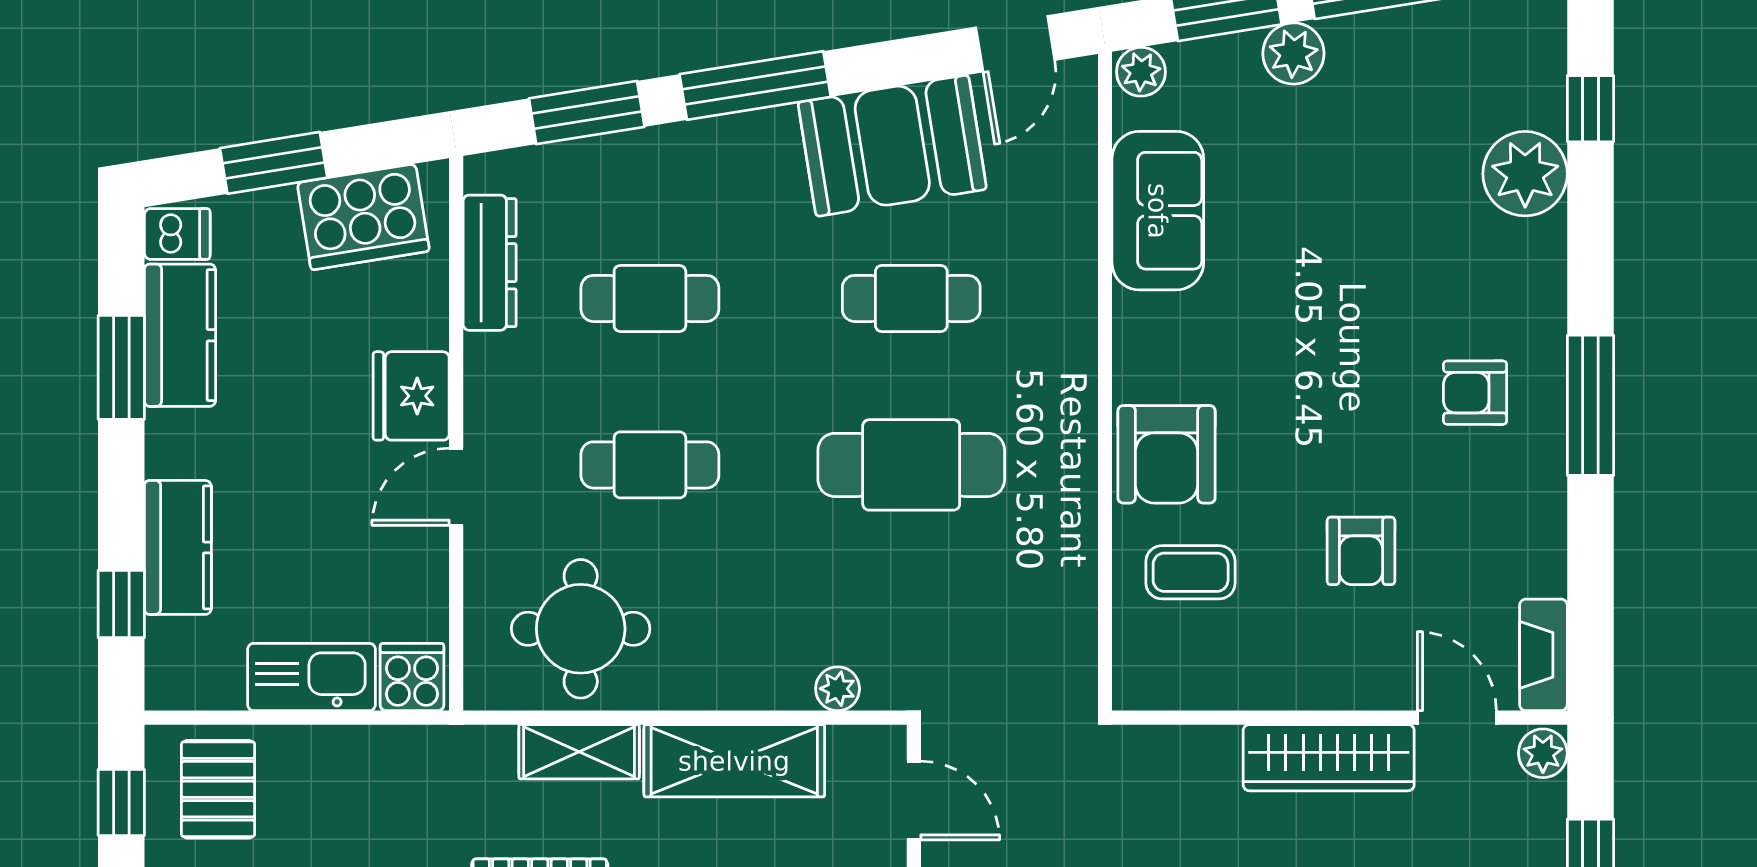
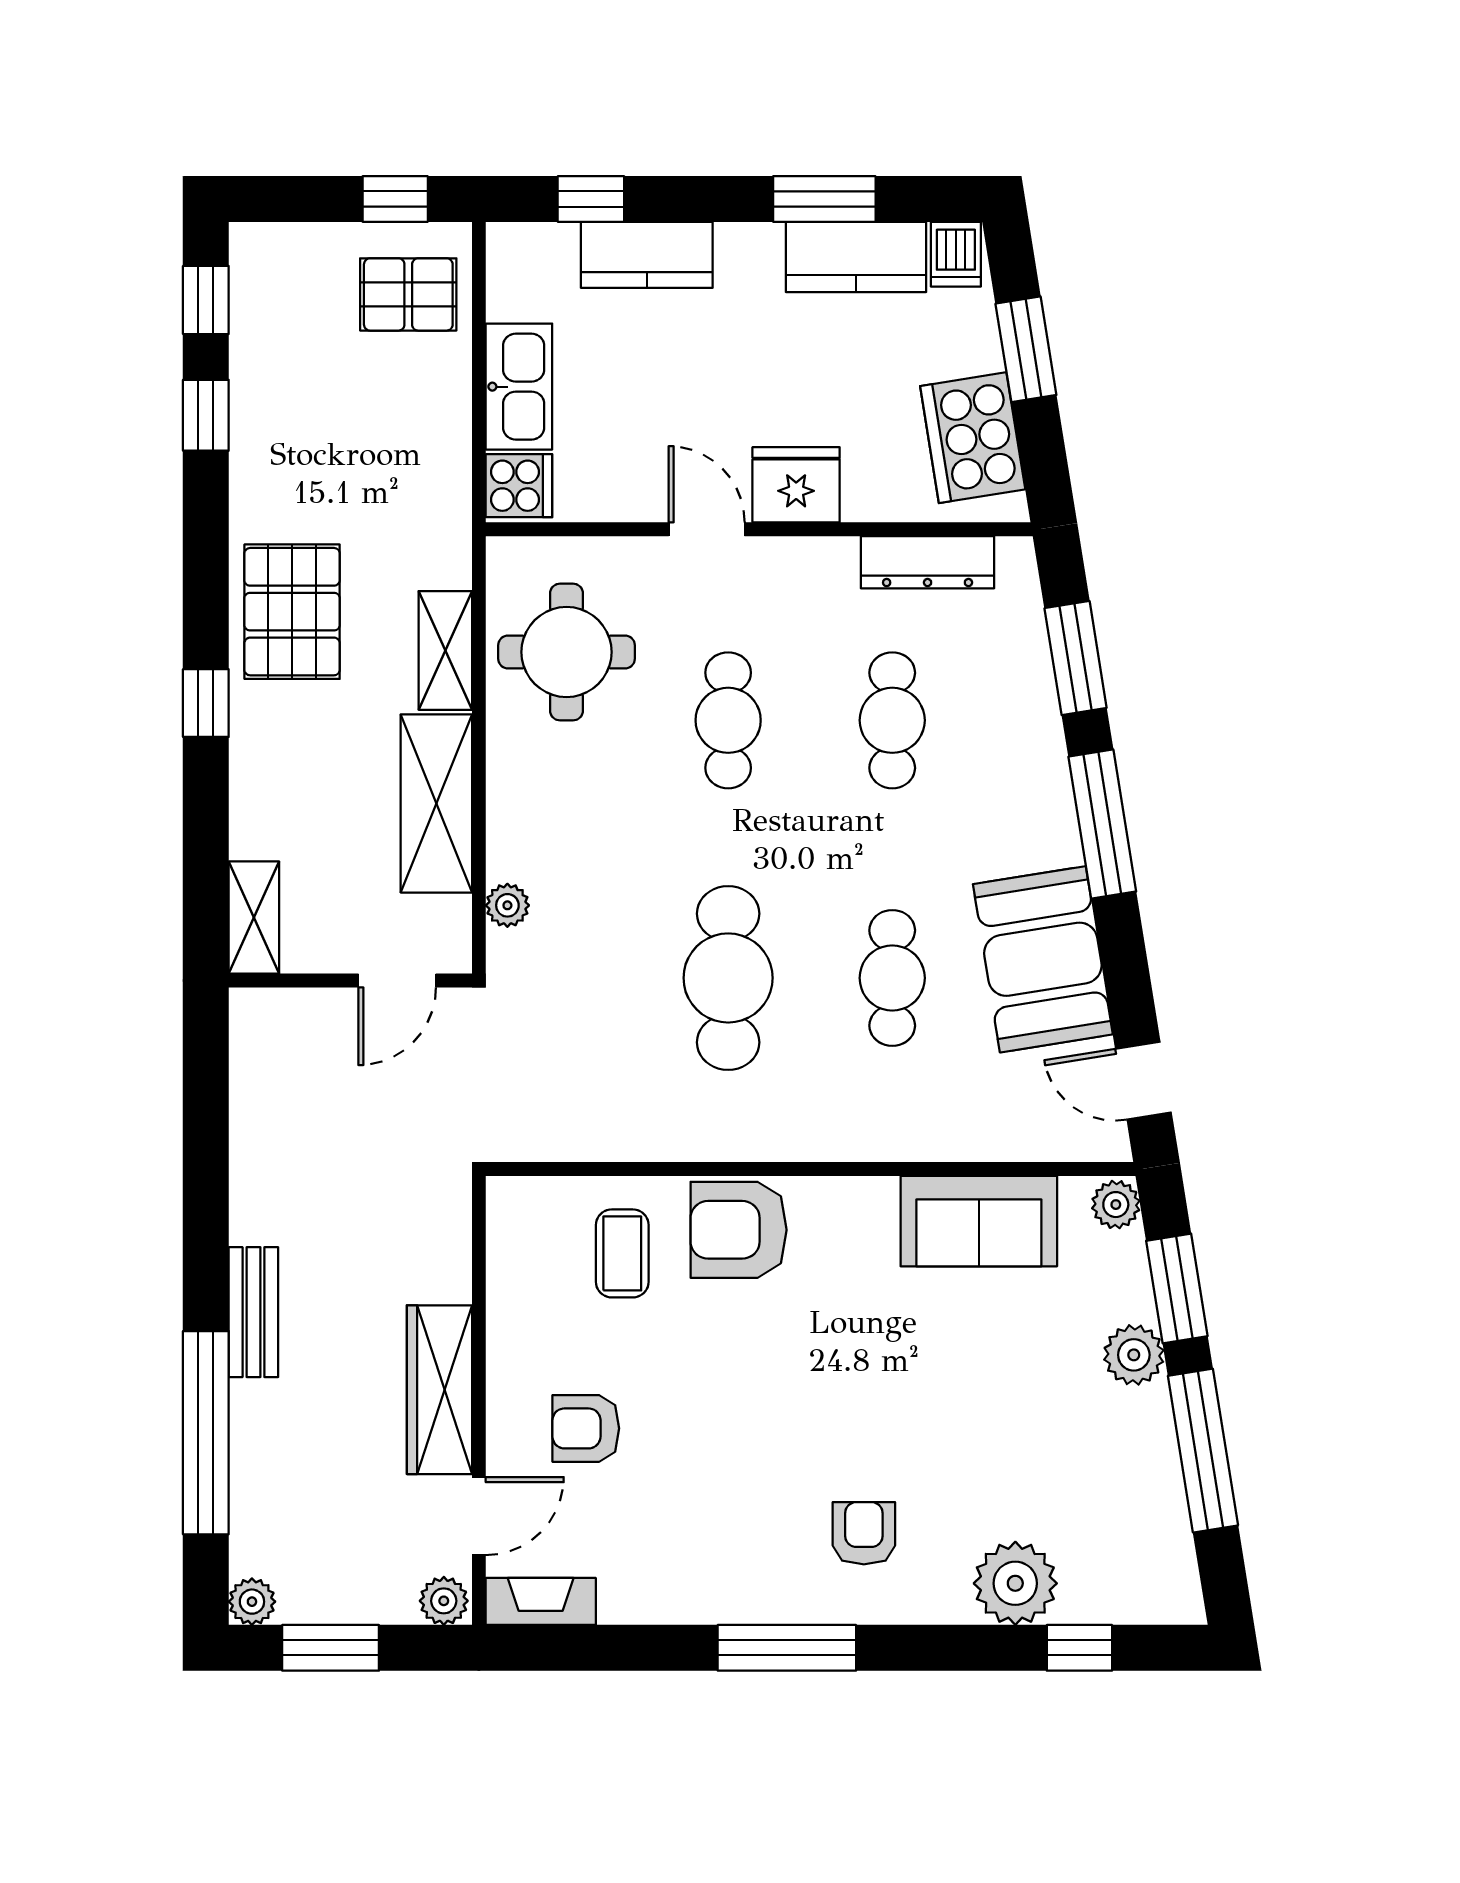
armchair: (1475, 393) -> (864, 1533), moved
armchair: (1361, 551) -> (586, 1428), moved

